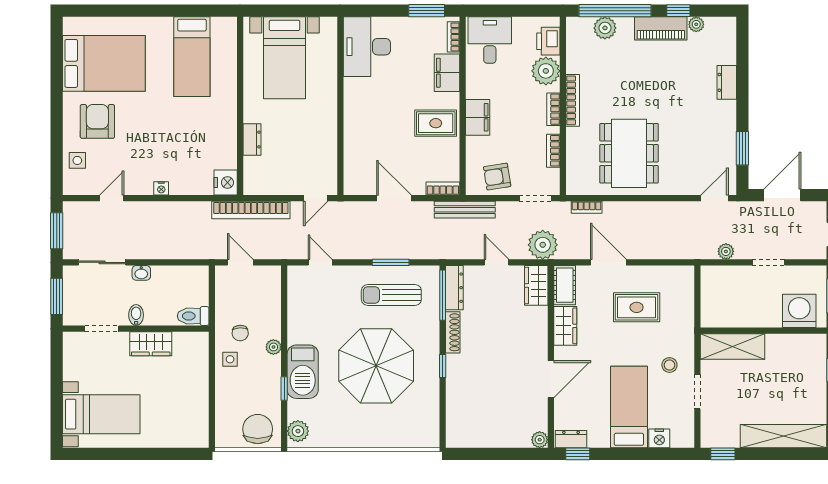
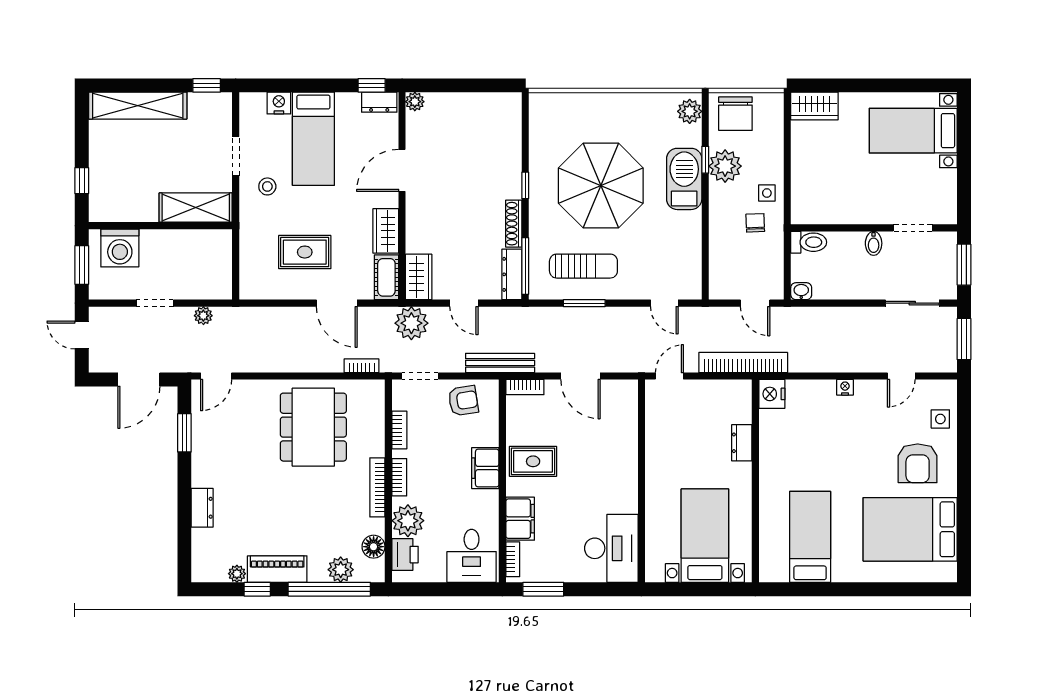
floor lamp: (576, 48) -> (374, 547), added
washbasin: (141, 273) -> (801, 291), moved
wardrobe: (151, 344) -> (814, 106), moved, turned 180
plant: (273, 347) -> (725, 166), moved, width x1.88, depth x1.88

